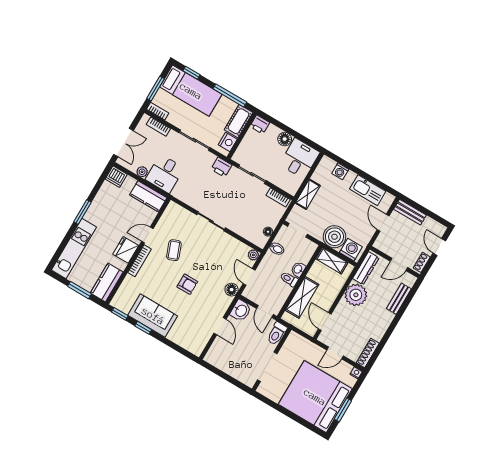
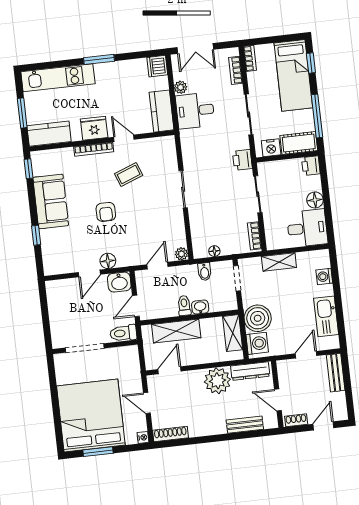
window: (155, 88) -> (270, 40), removed
floor lamp: (232, 290) -> (108, 261), moved
window: (143, 328) -> (36, 235), moved

